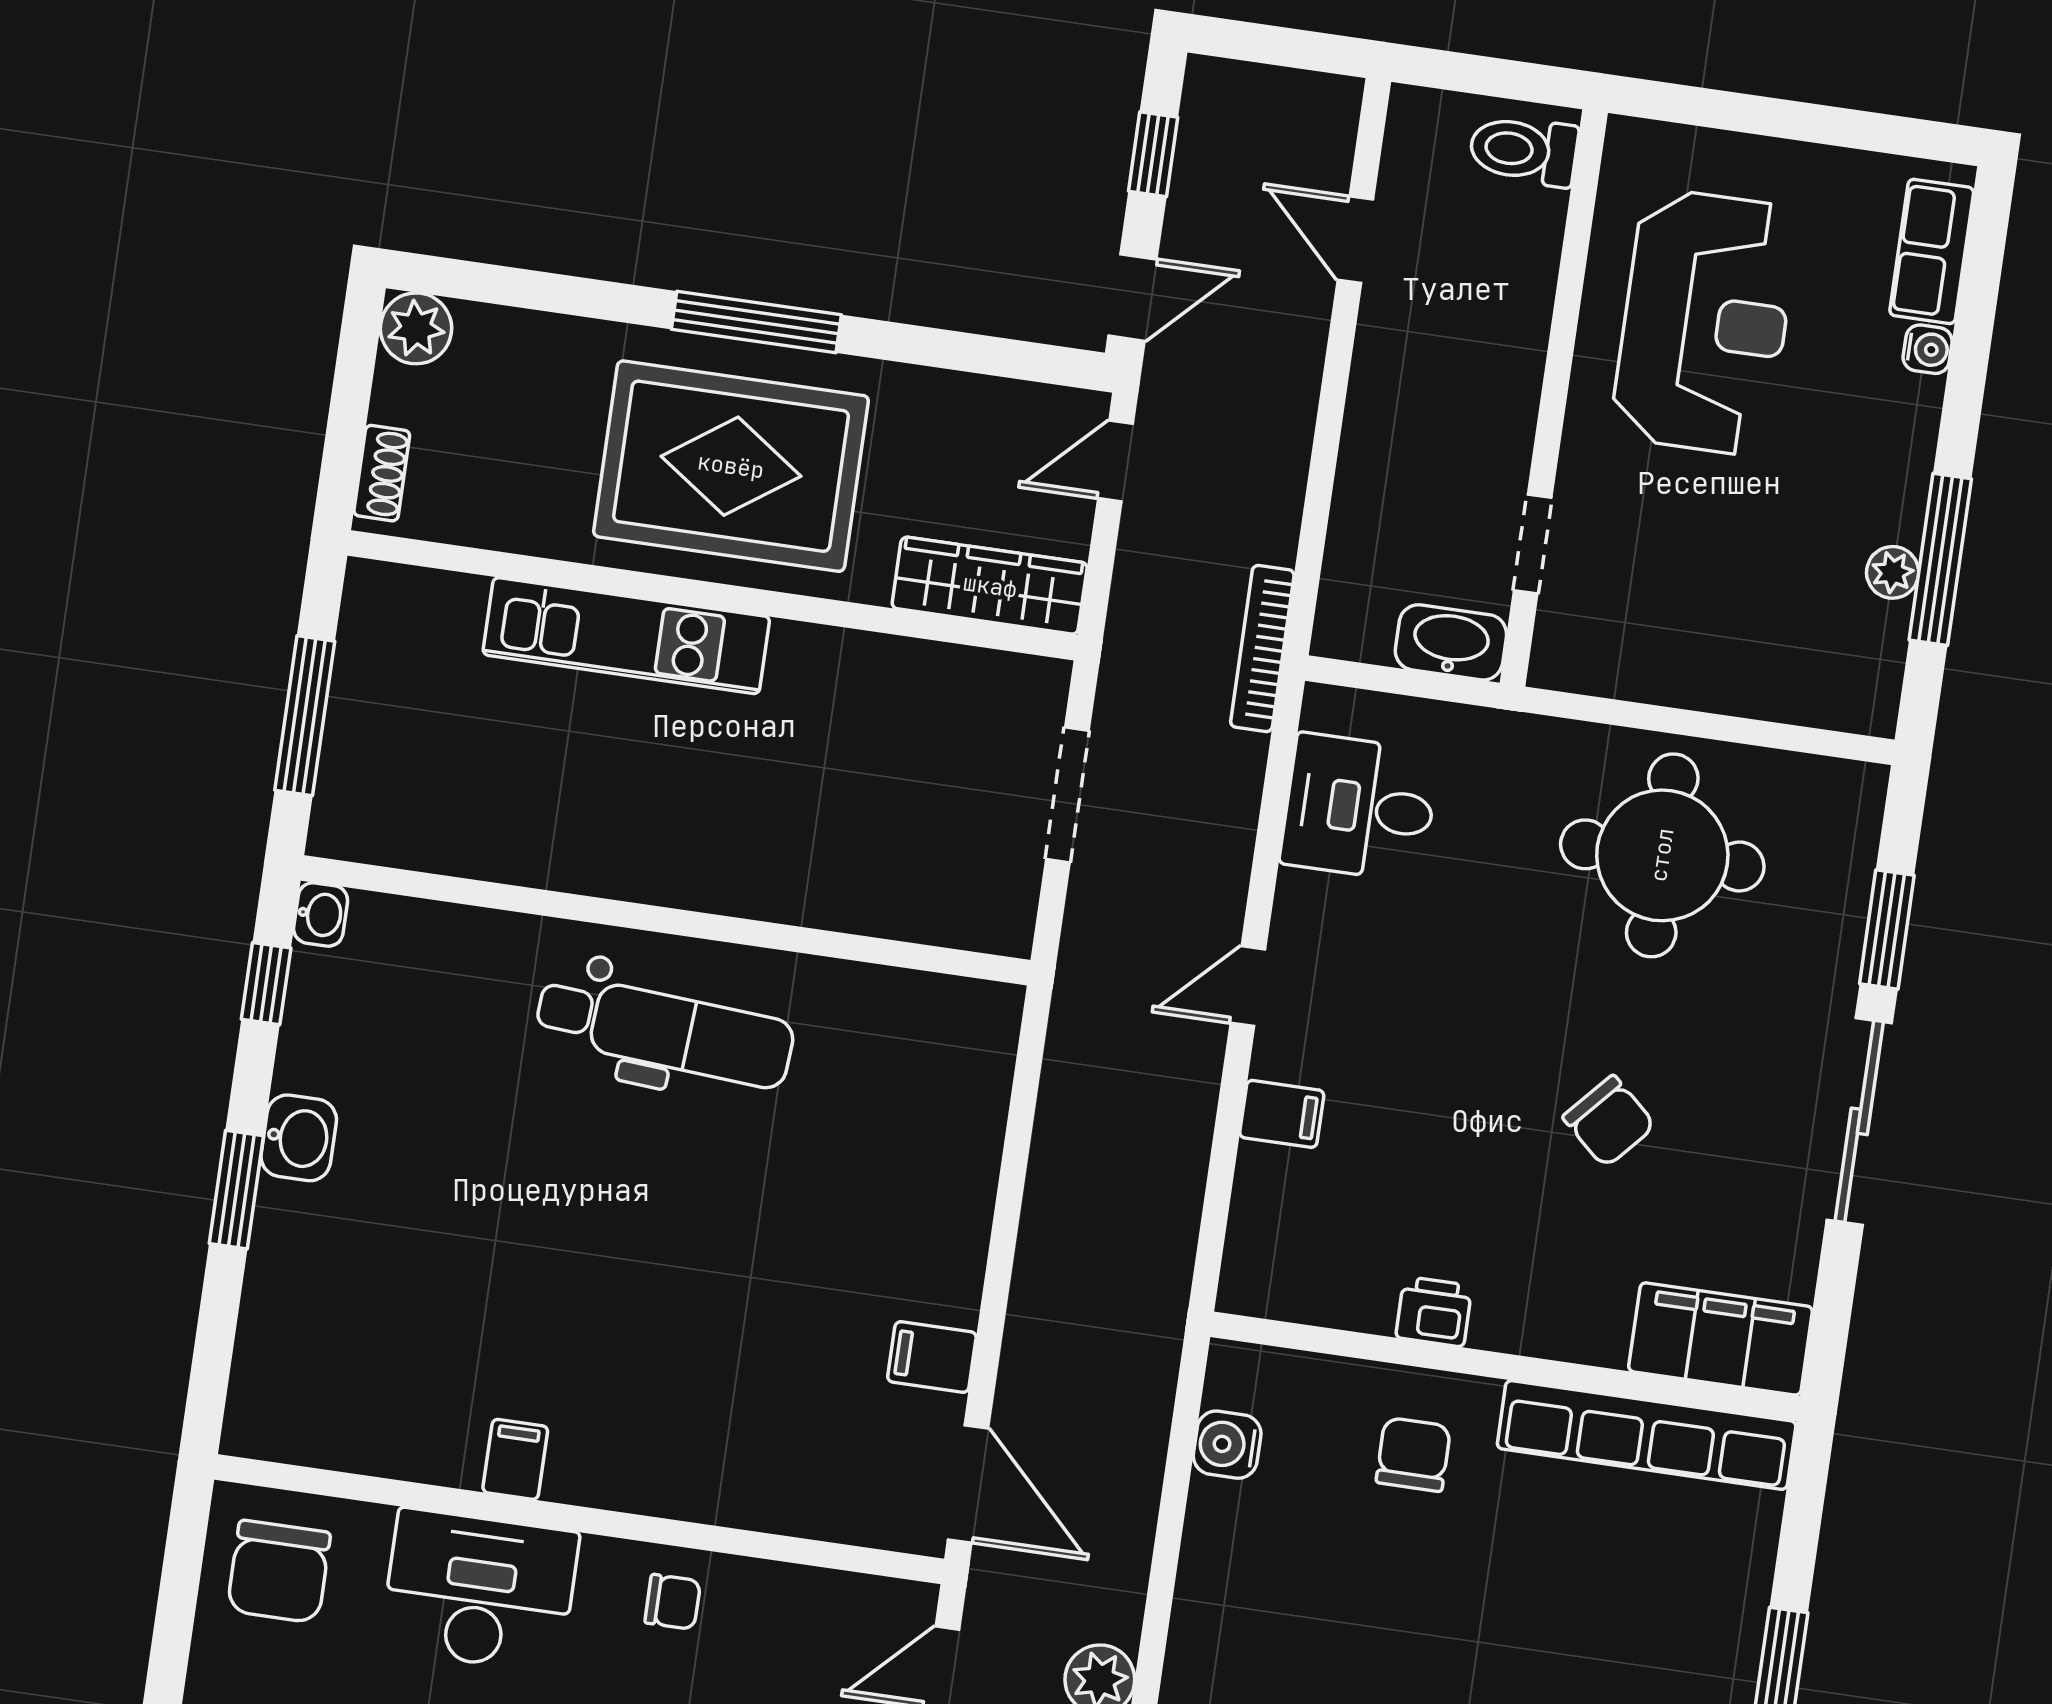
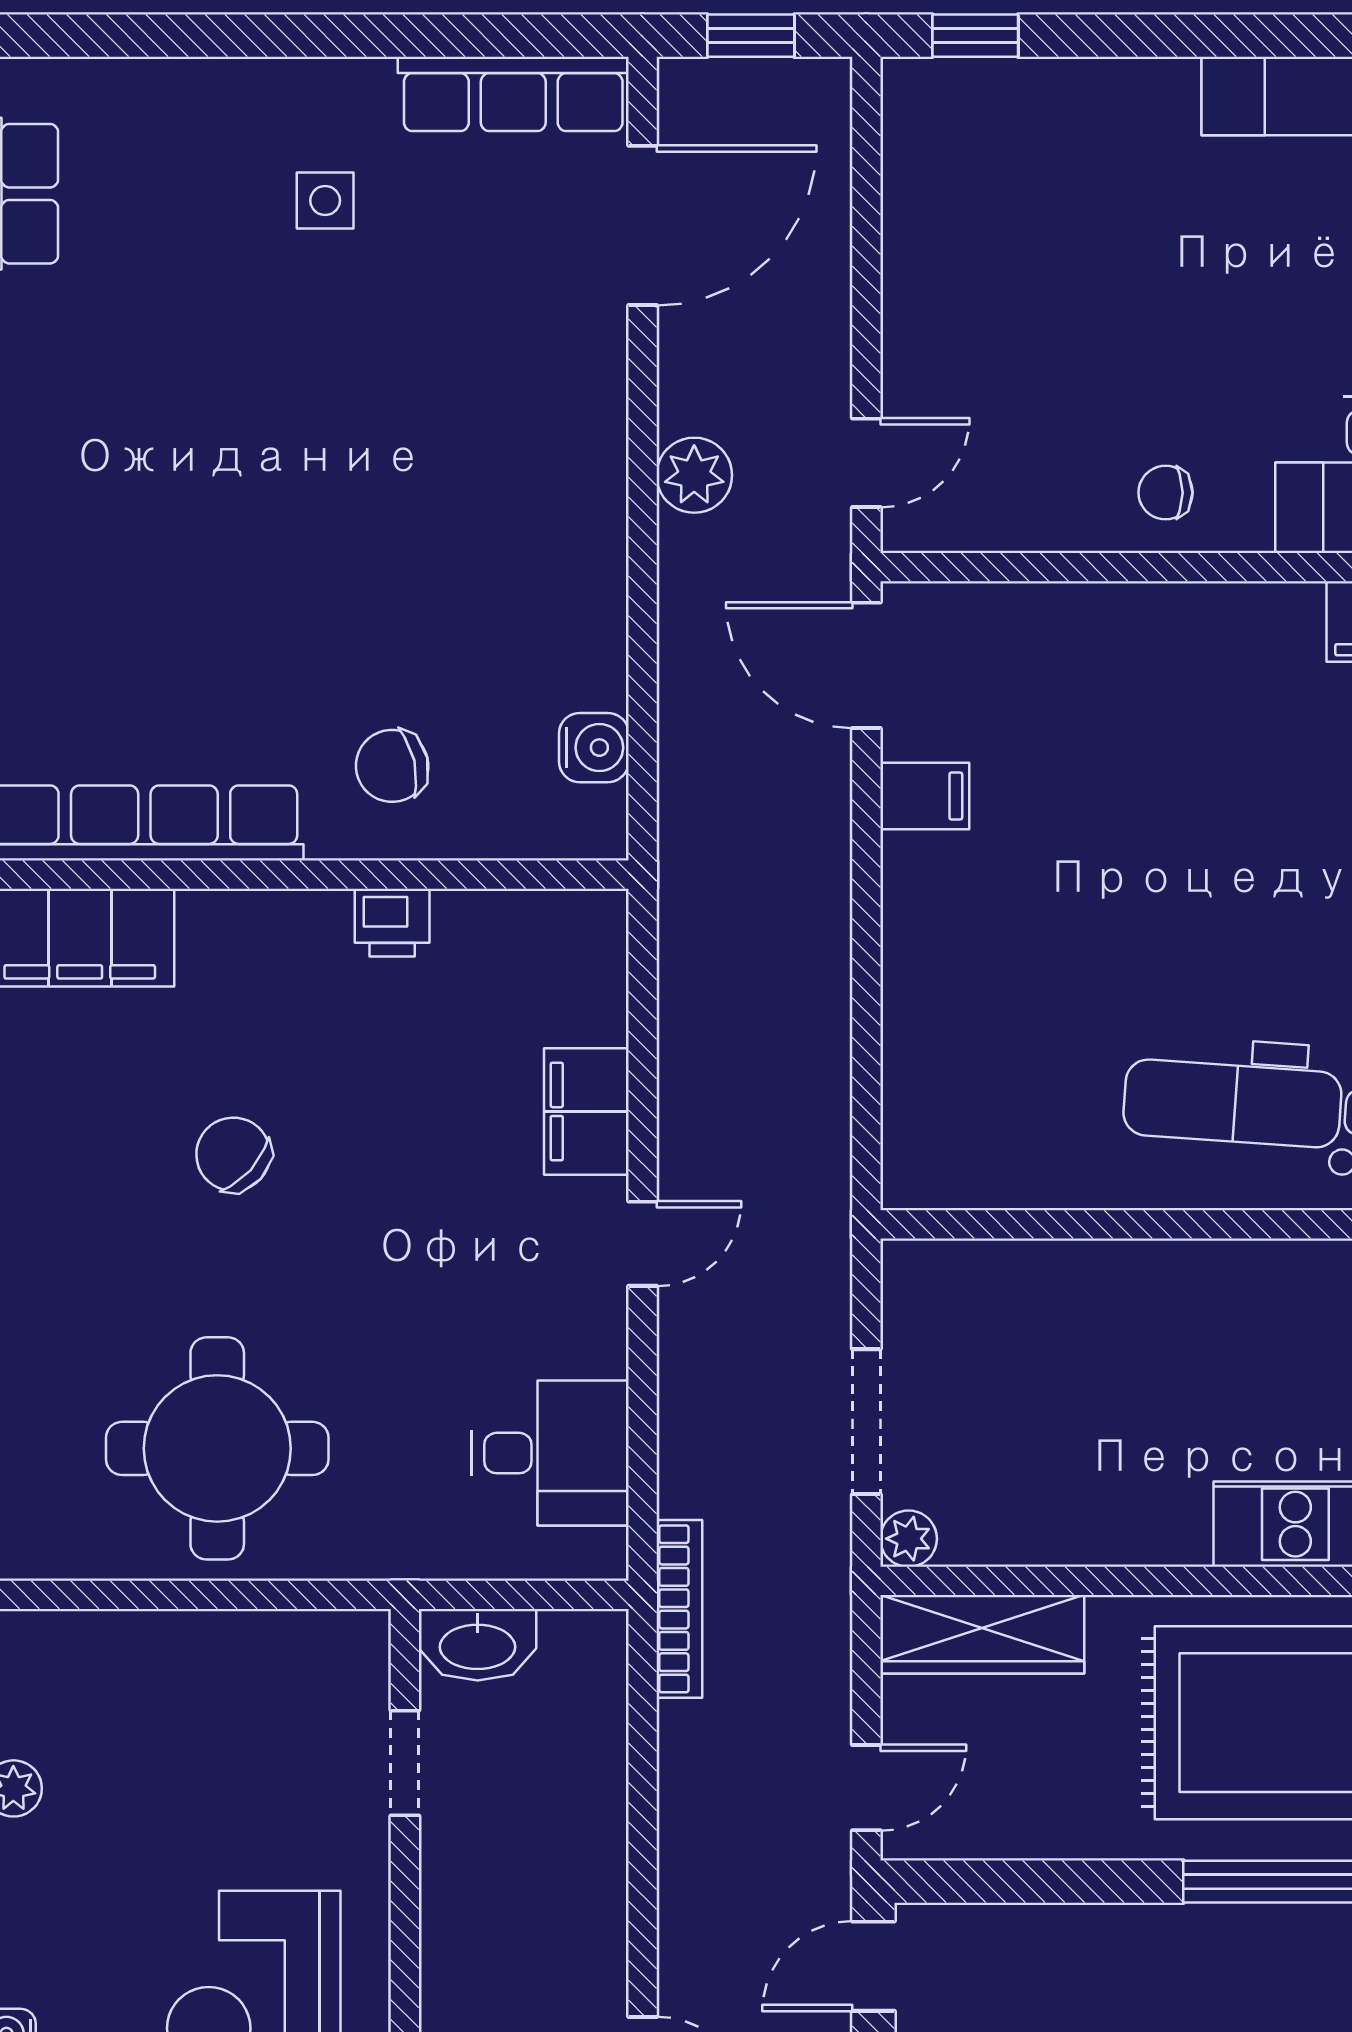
plant: (1044, 682) -> (909, 1539), added
filing cabinet: (1282, 1114) -> (586, 1112), width x2.00
chair: (1413, 1454) -> (392, 766), turned 77

